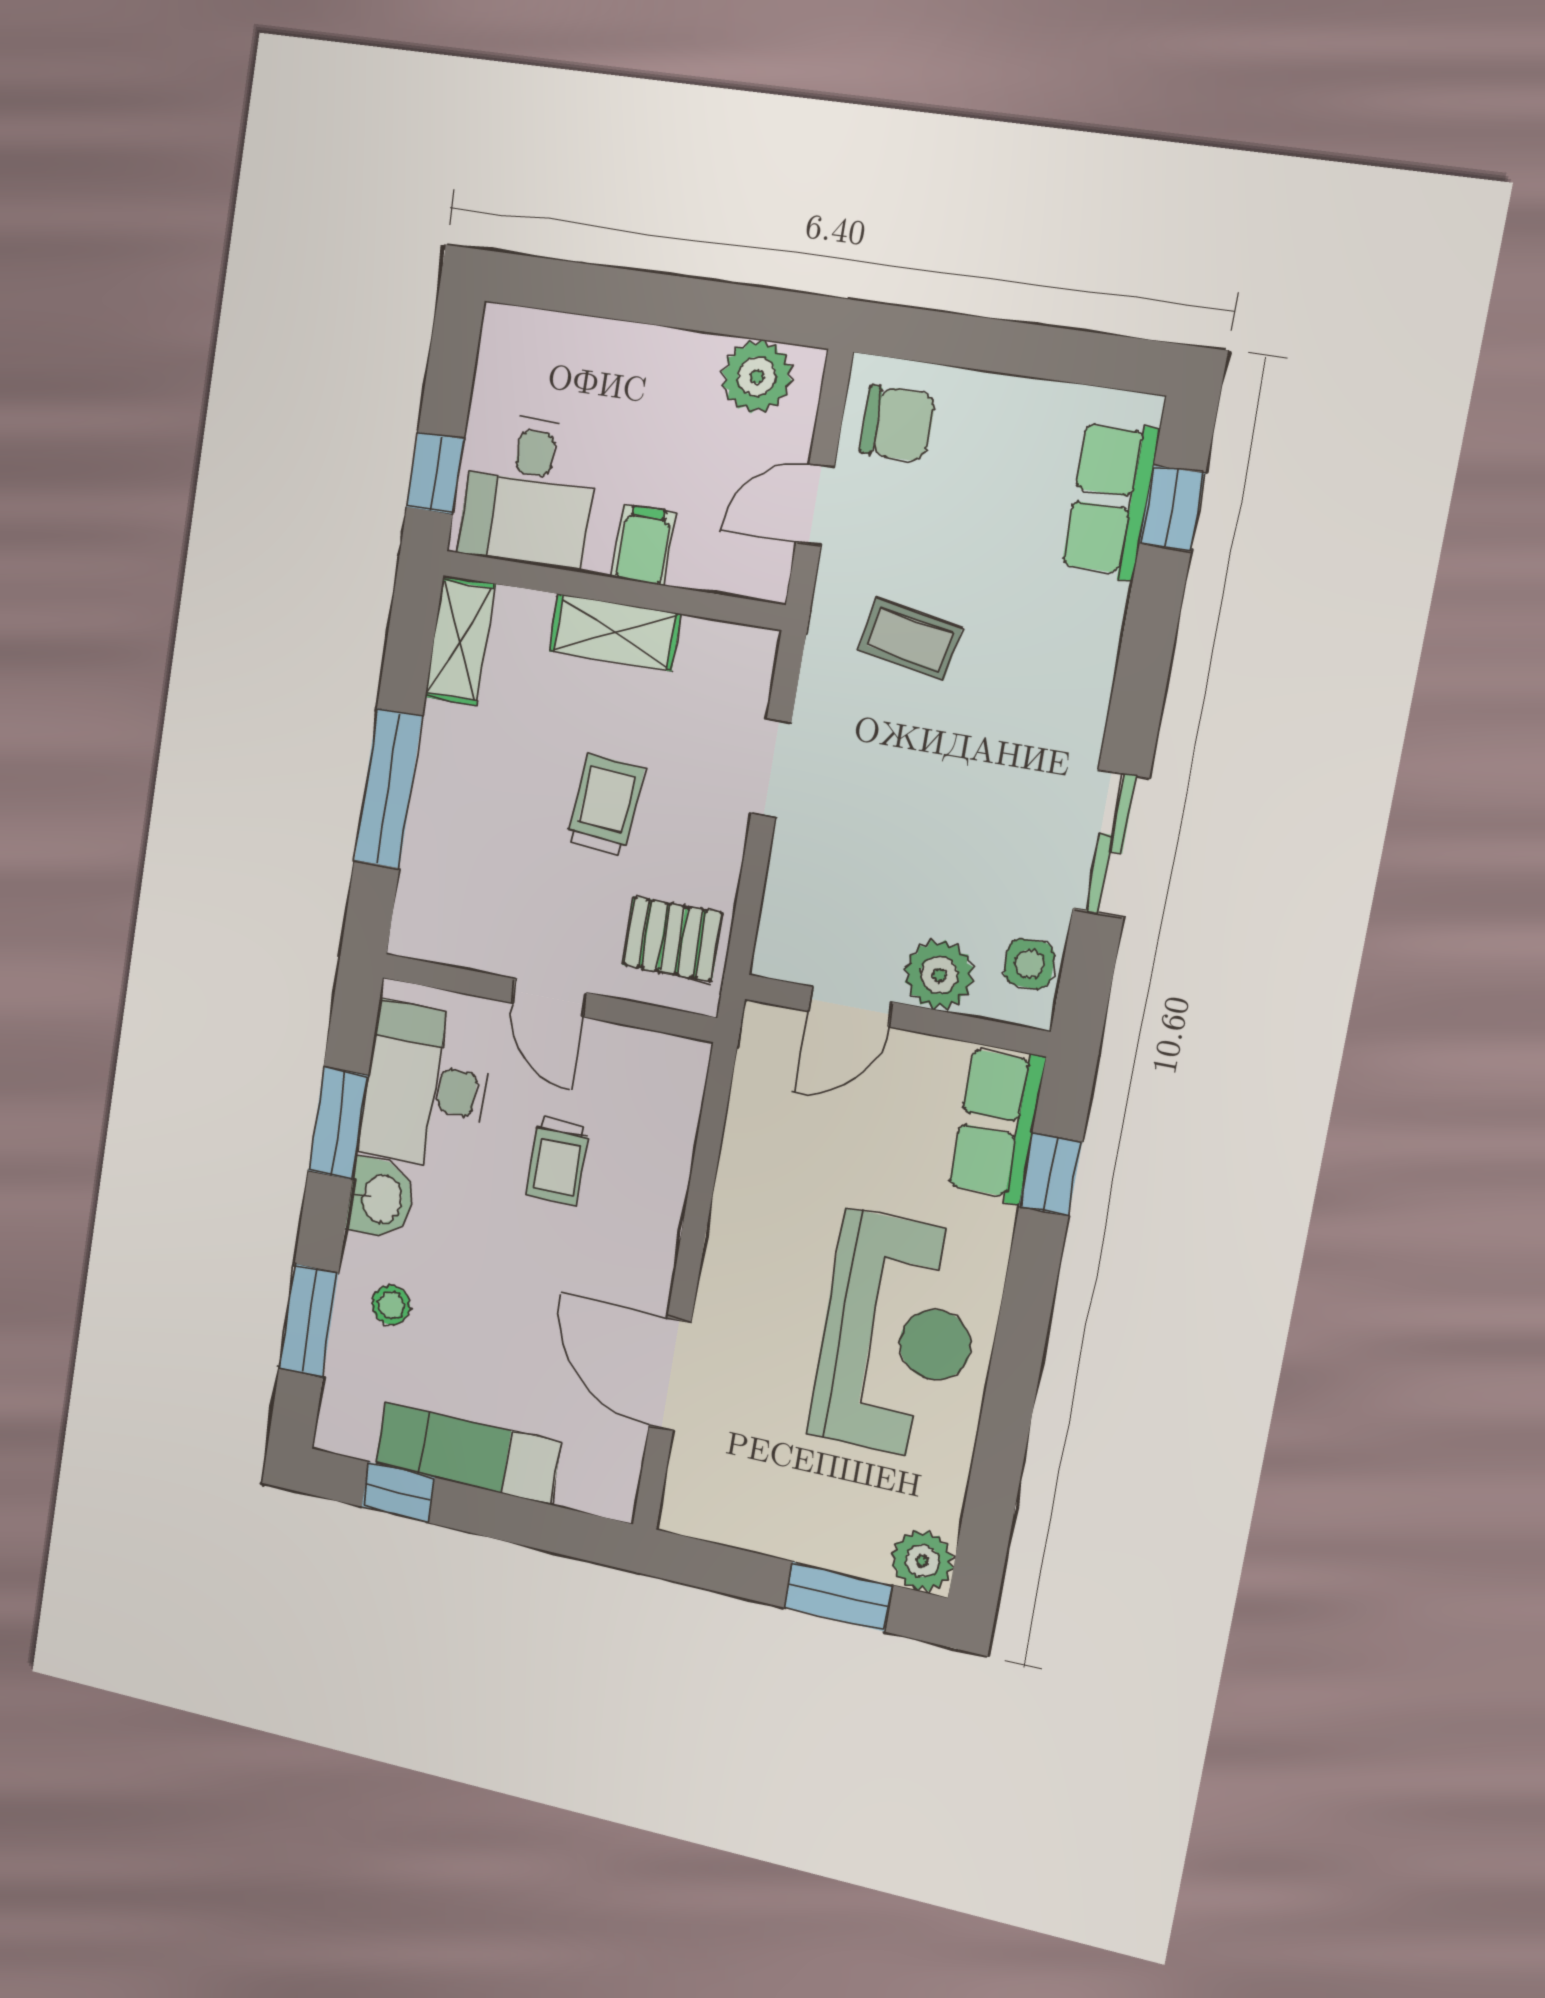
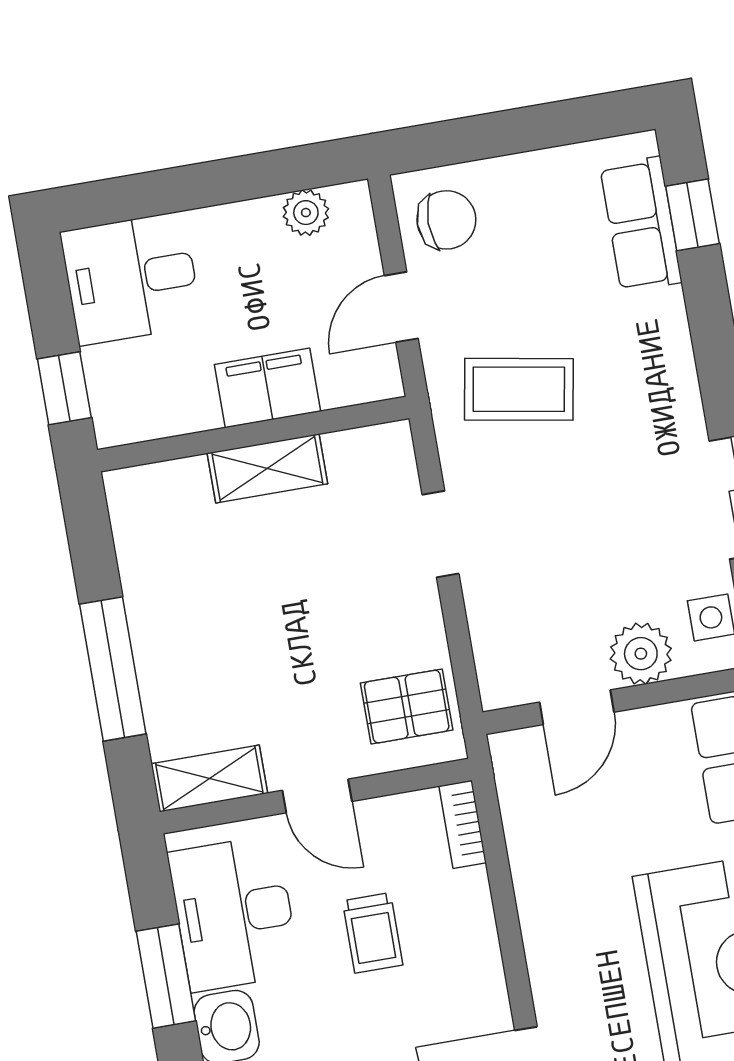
plant: (757, 376) -> (306, 213), width x0.73, depth x0.73
desk: (529, 492) -> (131, 279), moved, turned 90
filing cabinet: (644, 545) -> (267, 388), width x2.00
coffee table: (910, 639) -> (519, 389), width x1.36, depth x1.30
shelving: (460, 641) -> (209, 779), moved, turned 90
trolley: (605, 805) -> (310, 615), removed
bookcase: (688, 1084) -> (463, 824), added

